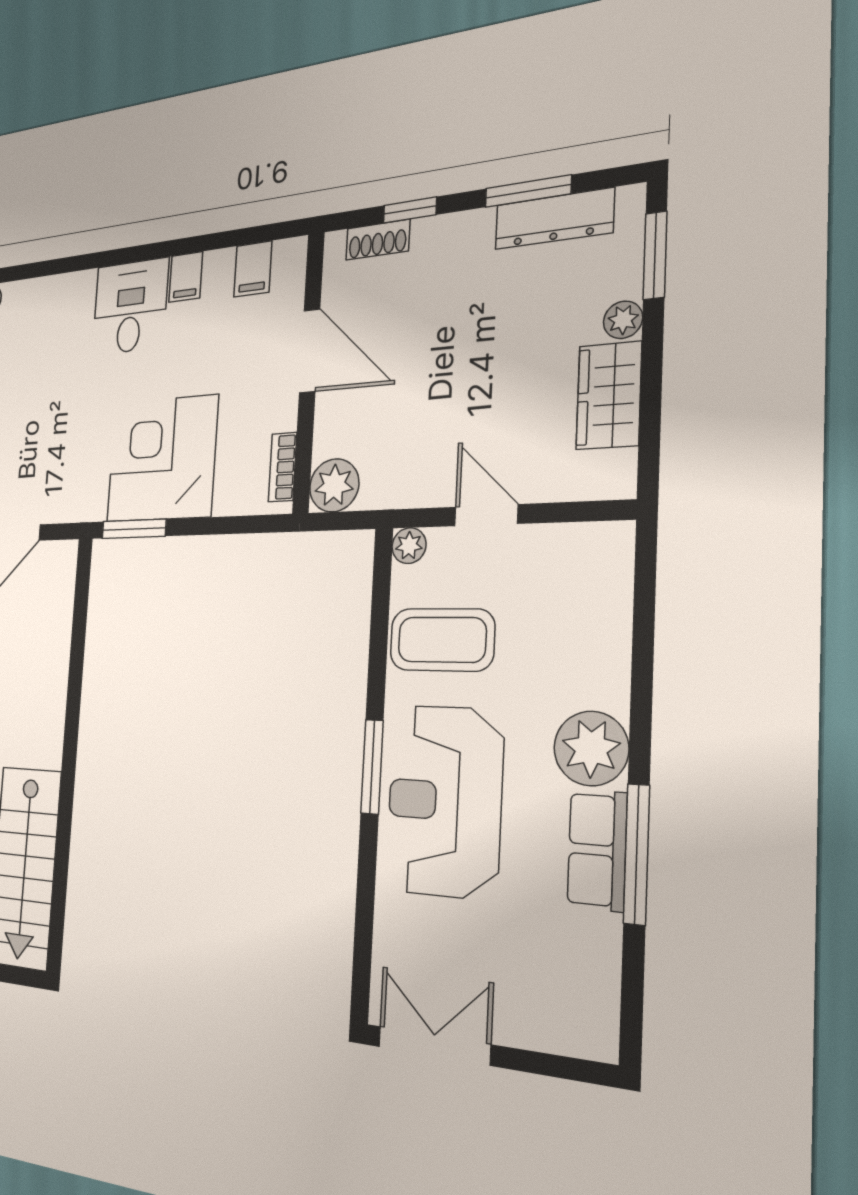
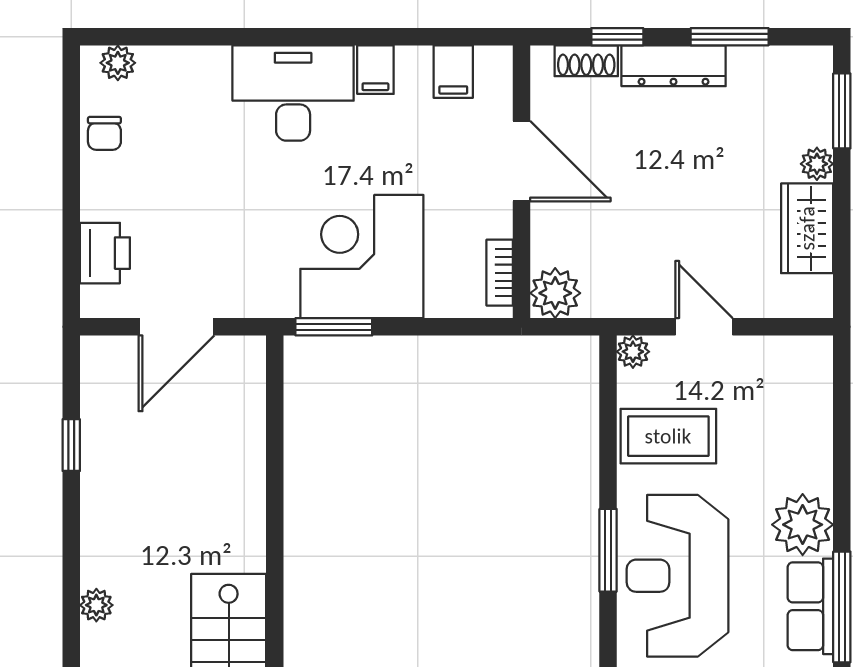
dresser: (554, 219) -> (674, 66), moved
desk: (130, 307) -> (293, 93), width x1.37

